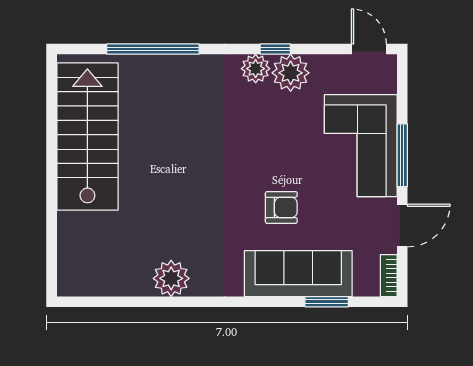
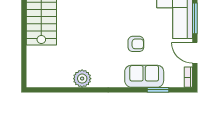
door: (402, 225) -> (195, 53), swing flipped
sofa: (298, 274) -> (144, 76), width x0.73

